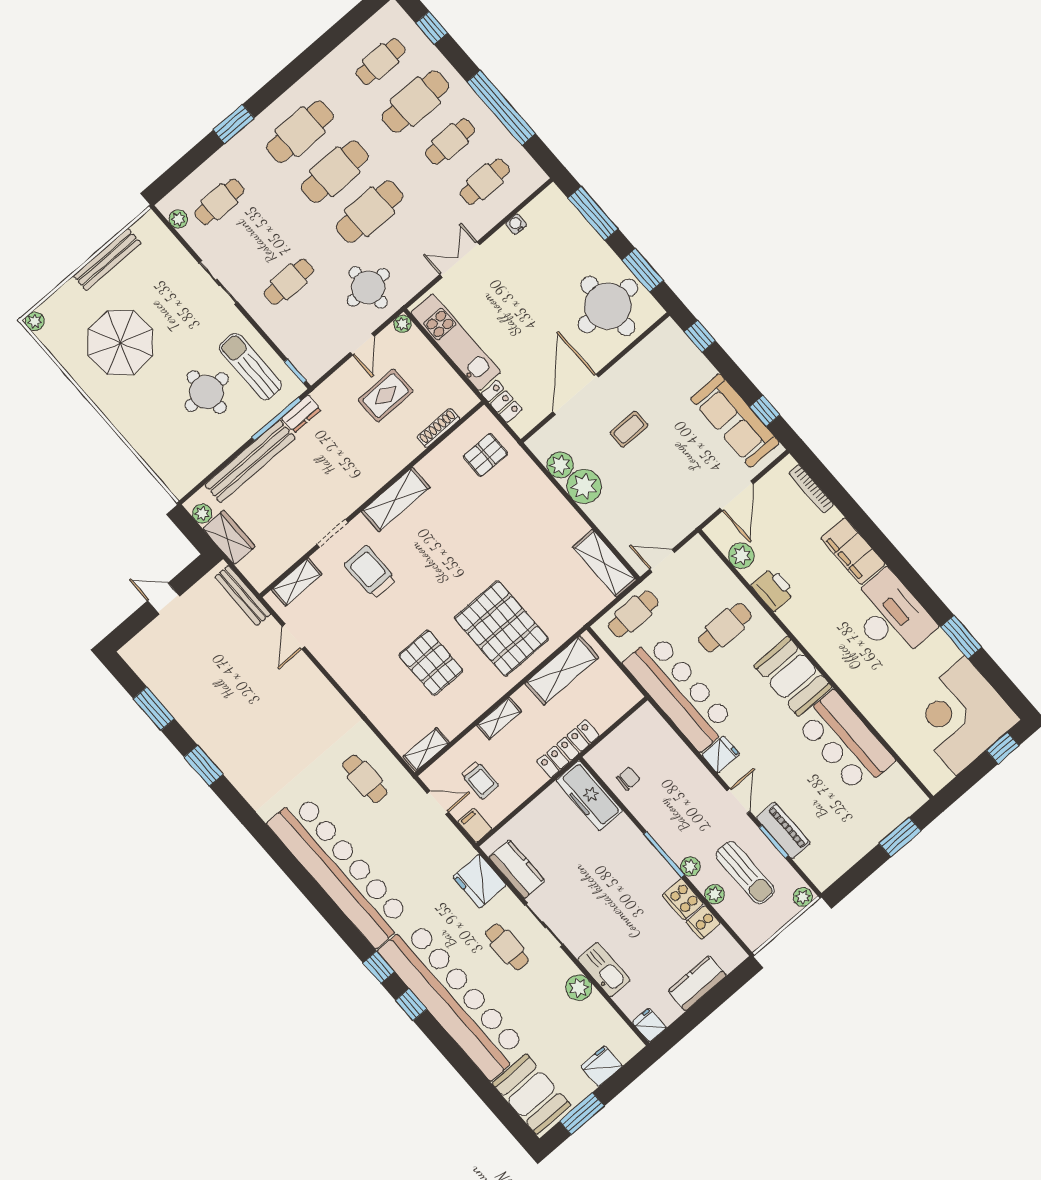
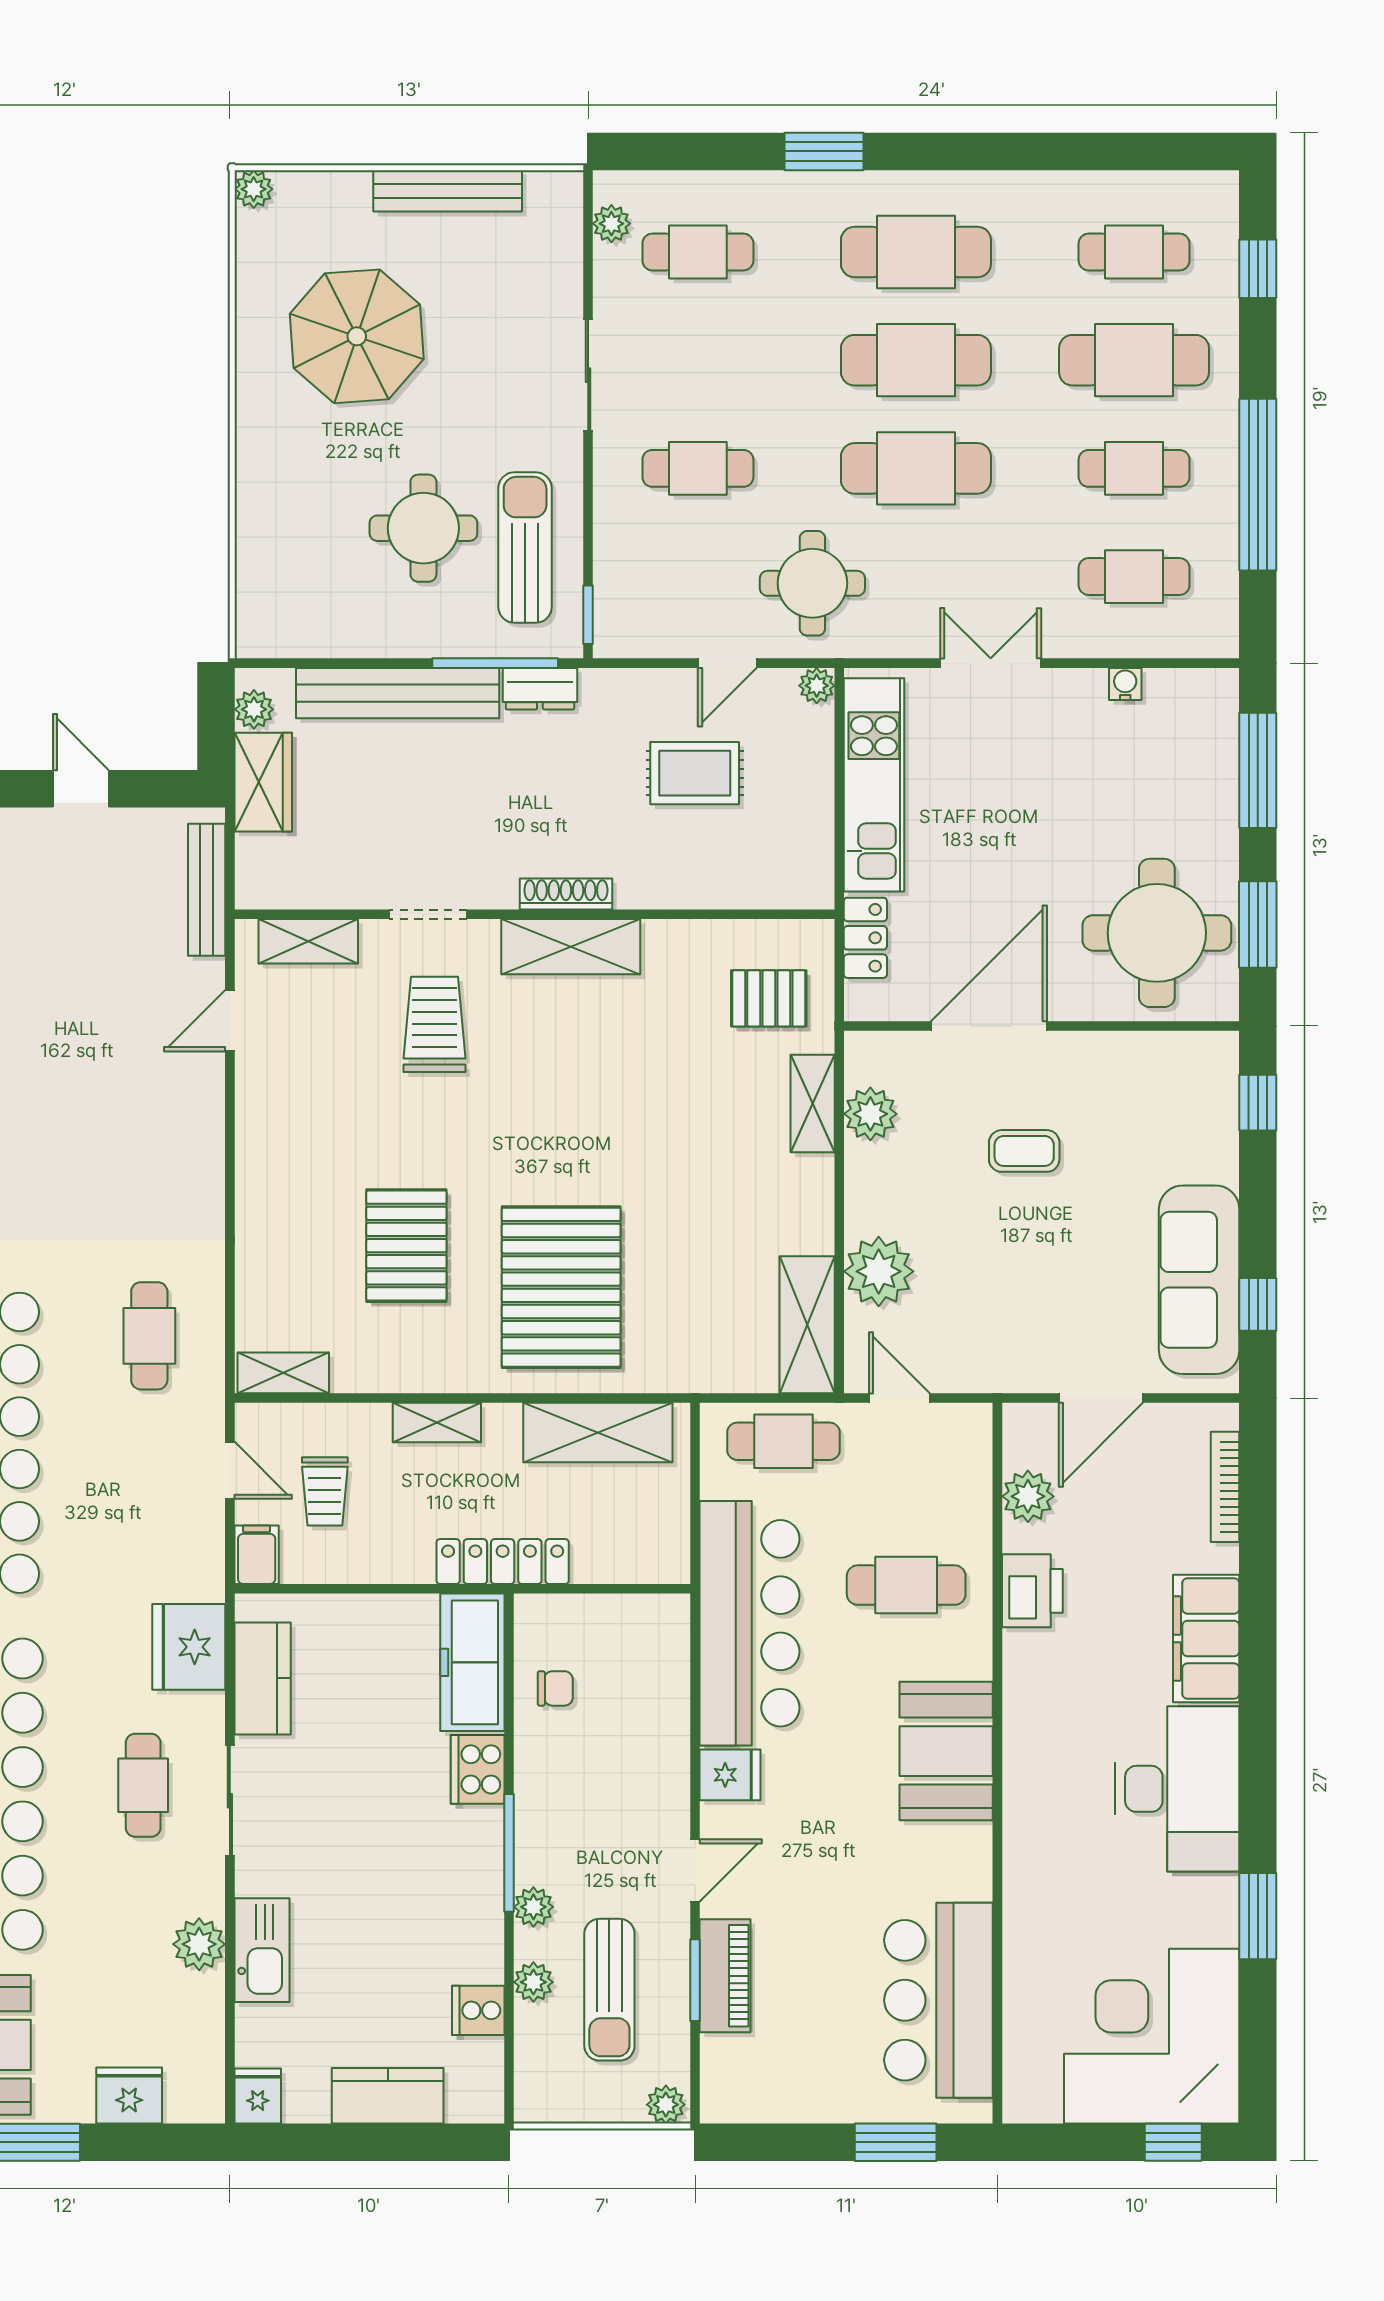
shoe rack: (438, 428) -> (566, 894), moved
shelving: (535, 480) -> (813, 1104), added
plant: (584, 486) -> (879, 1271), moved
bar counter: (845, 742) -> (938, 2000), moved
cooker: (683, 899) -> (478, 1769), moved

